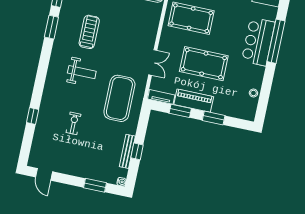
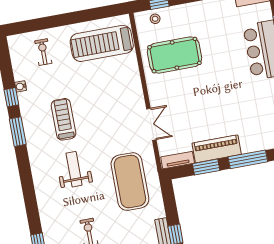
pool table: (204, 64) -> (211, 101), removed
weight bench: (82, 72) -> (74, 169), turned -90
window: (214, 118) -> (248, 159), width x1.44

